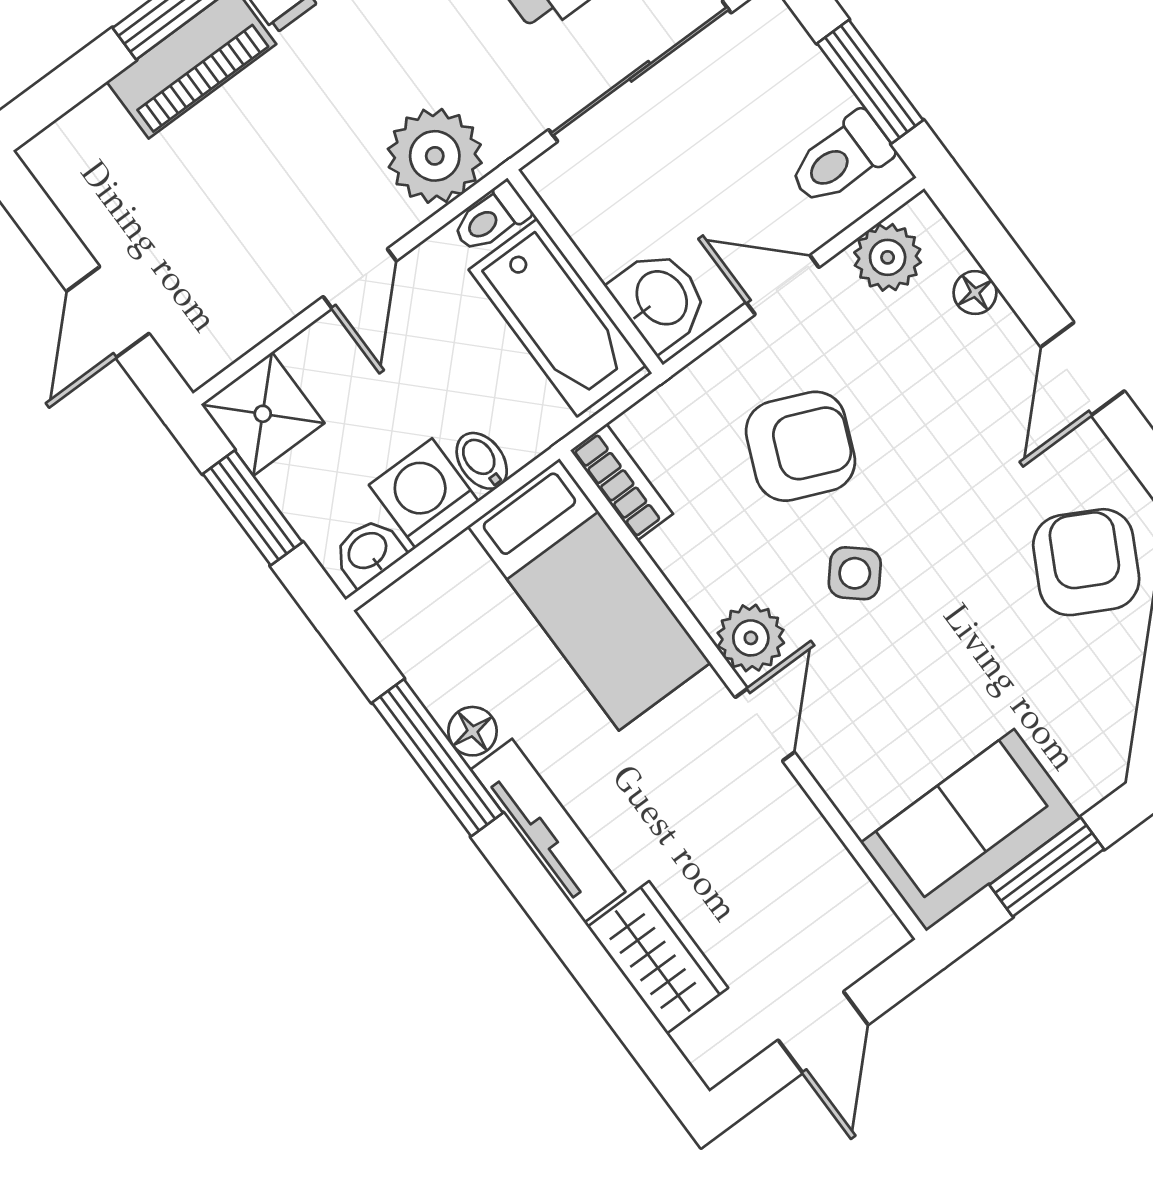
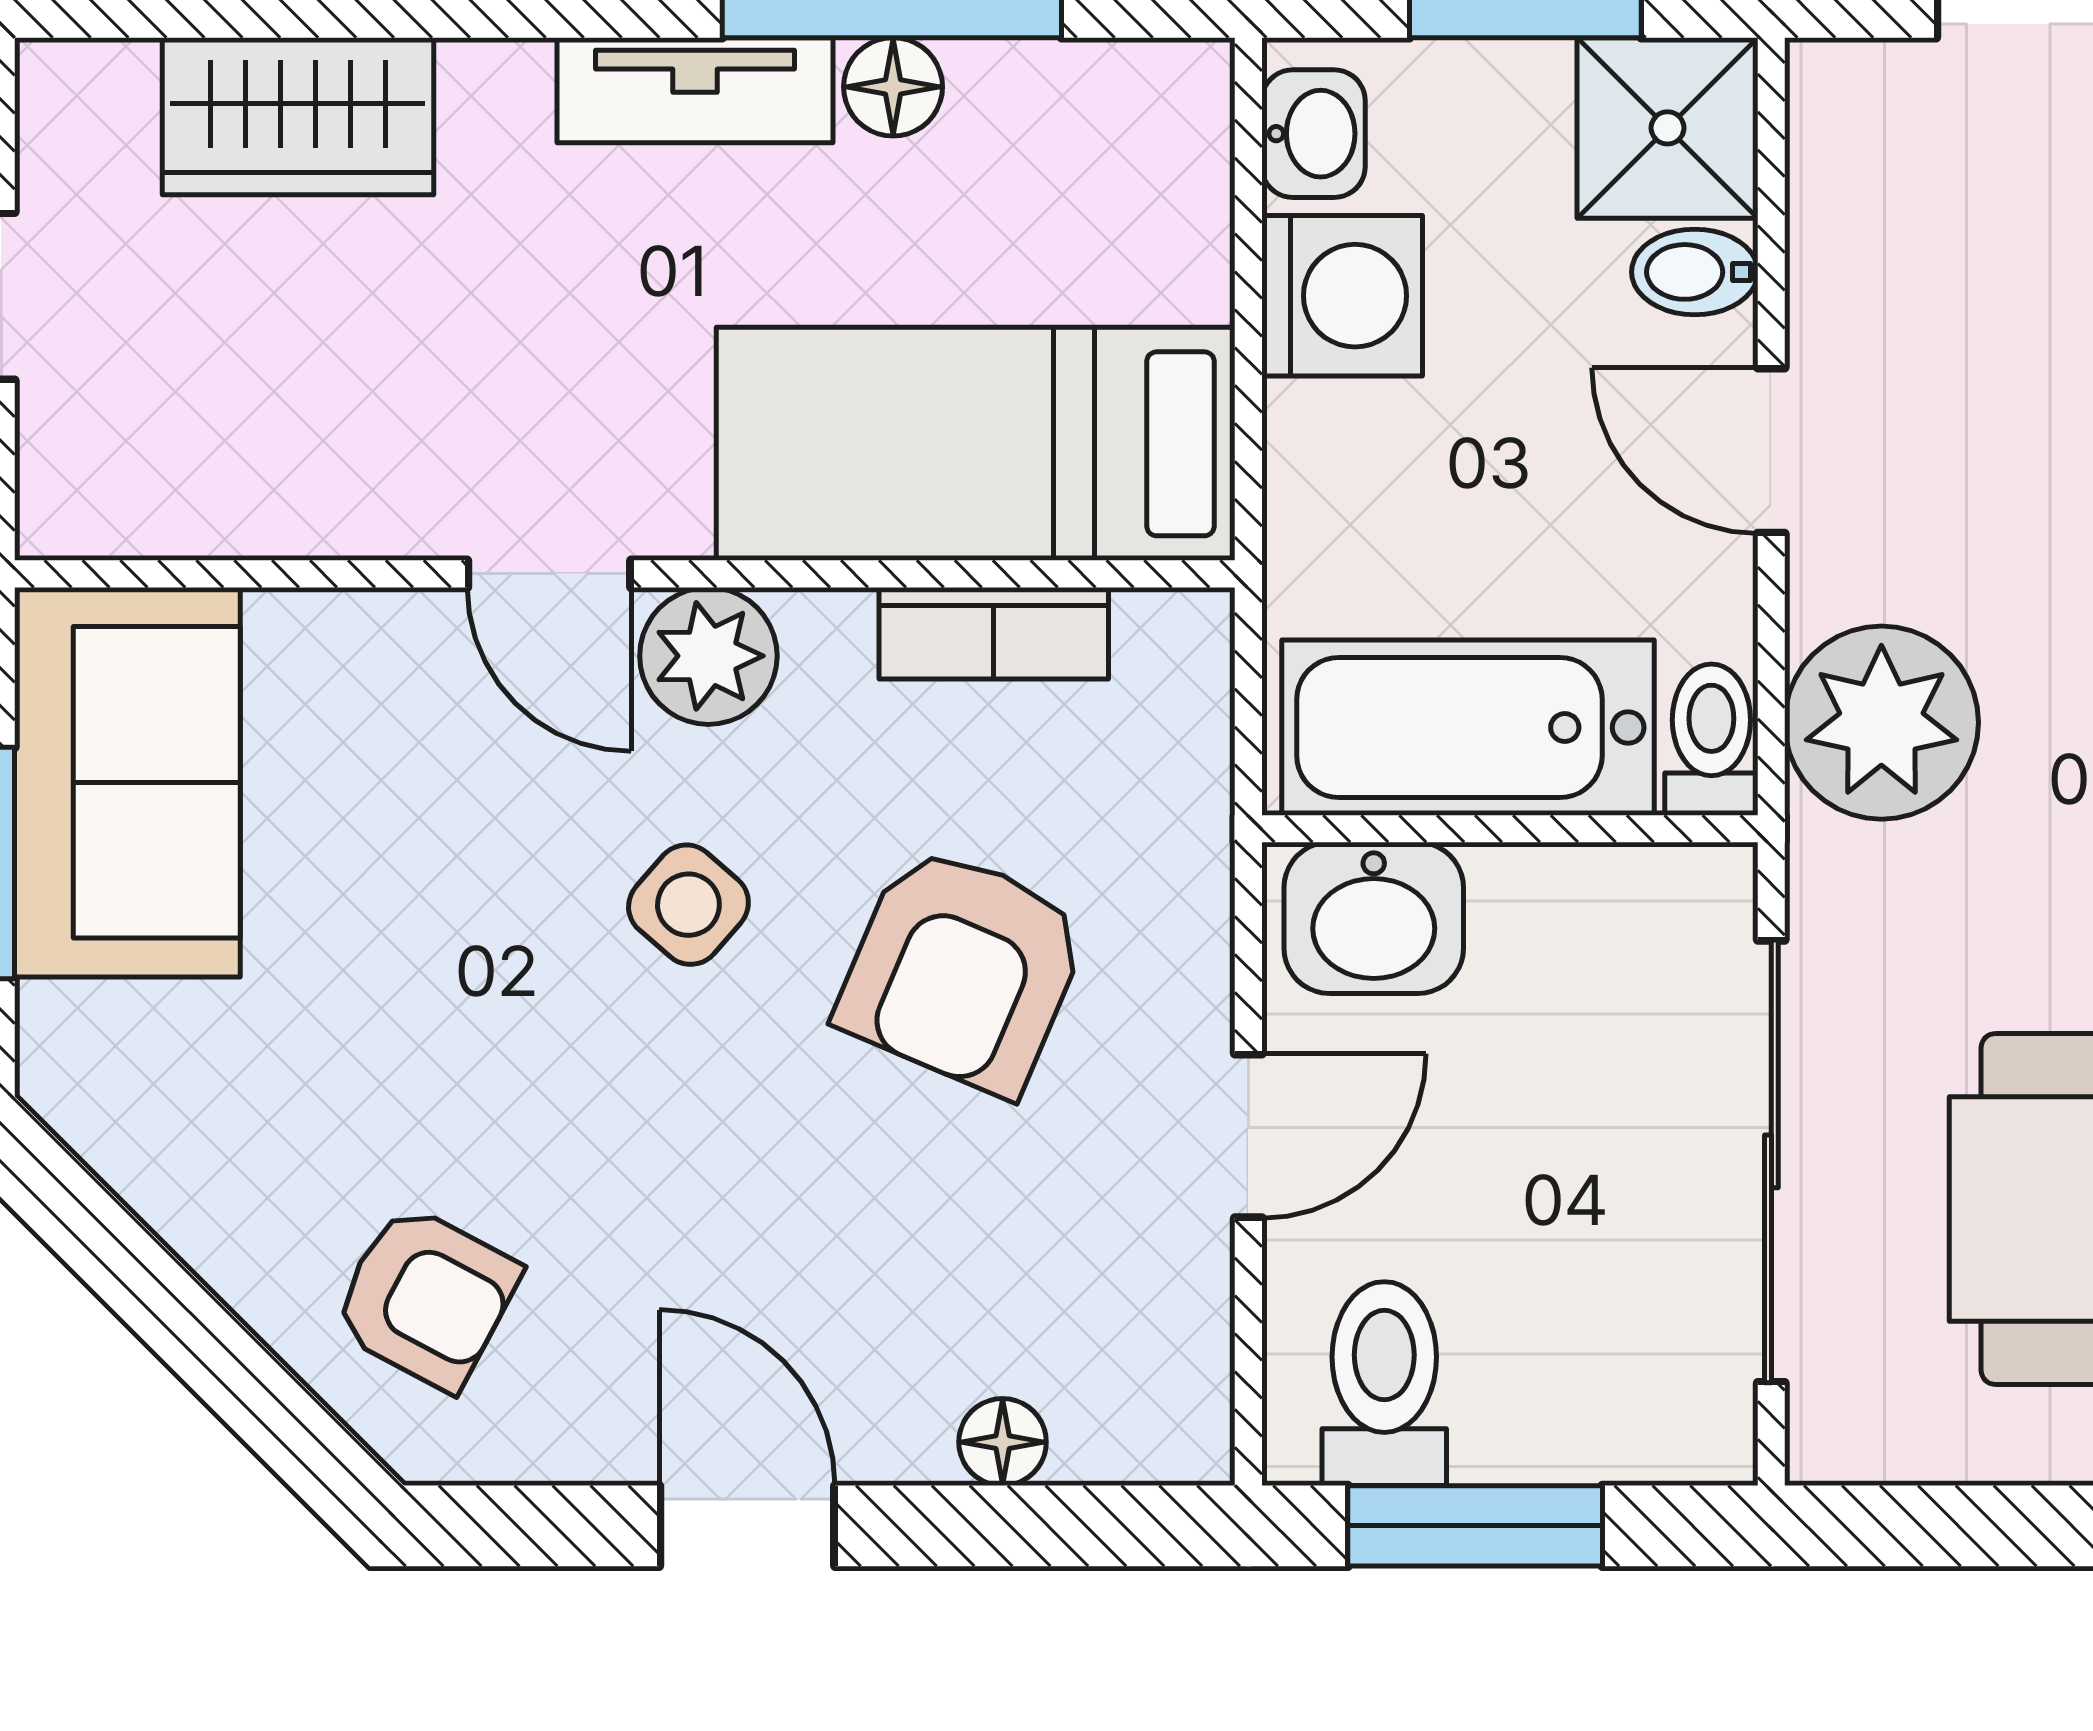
plant: (888, 257) -> (1166, 1341), removed
bidet: (482, 461) -> (1695, 272), moved, turned 180
bookcase: (622, 482) -> (994, 633), moved
armchair: (1086, 562) -> (426, 1297), width x0.72, depth x0.72
tv unit: (548, 831) -> (695, 90), width x0.71

